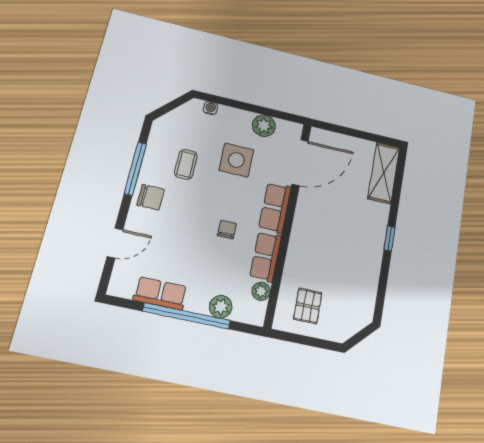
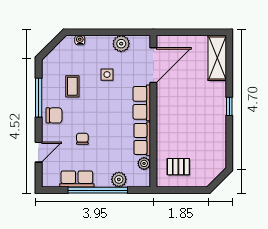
side table: (236, 160) -> (107, 75), width x0.54, depth x0.54
chair: (227, 230) -> (82, 139), moved
pallet: (308, 306) -> (178, 167), turned 90

